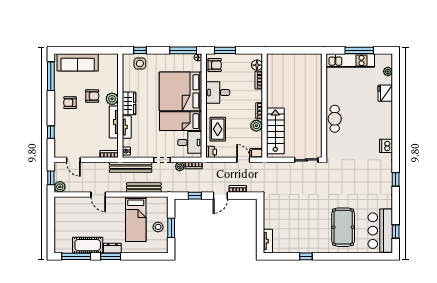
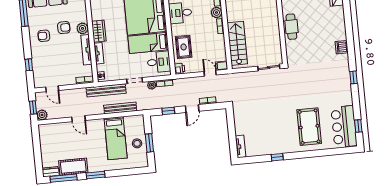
plant: (256, 126) -> (216, 12), moved
dresser: (112, 248) -> (51, 172), moved

